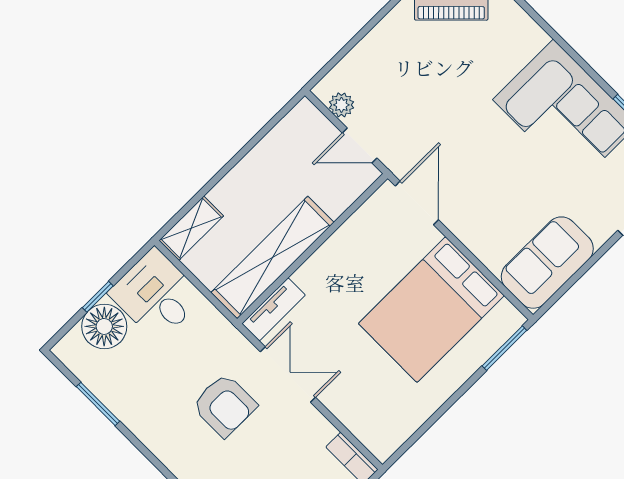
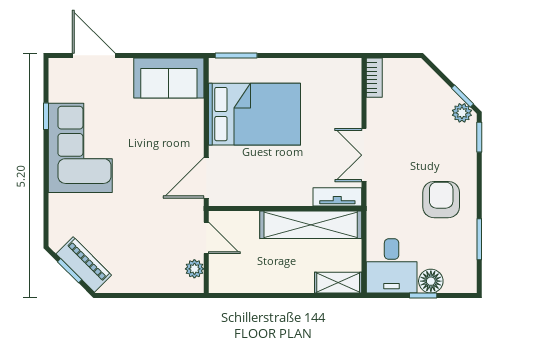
floor lamp: (104, 326) -> (431, 281), width x0.73, depth x0.73
armchair: (224, 405) -> (441, 200), moved

